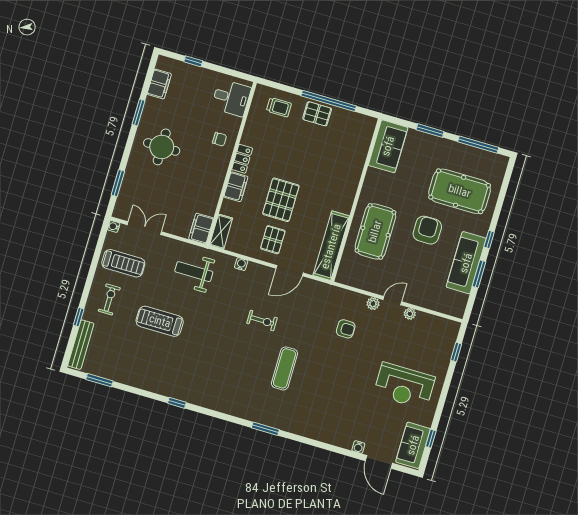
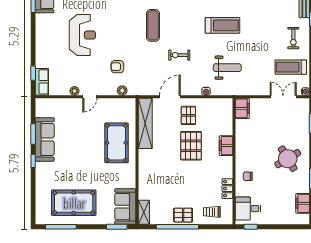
window: (193, 61) -> (251, 227), moved
window: (430, 131) -> (117, 227), moved
round table: (162, 147) -> (288, 159), turned -31
locker: (242, 159) -> (227, 189), moved
pool table: (460, 191) -> (74, 203), moved
double door: (144, 228) -> (283, 97), swing flipped
armchair: (427, 230) -> (79, 155), removed
shelving: (221, 232) -> (144, 212), moved
weight bench: (194, 272) -> (227, 68), moved
plant: (373, 304) -> (122, 91), moved
treadmill: (160, 321) -> (222, 25), moved
row of seats: (448, 338) -> (42, 82), added
reception desk: (404, 386) -> (82, 35), moved, turned 90

